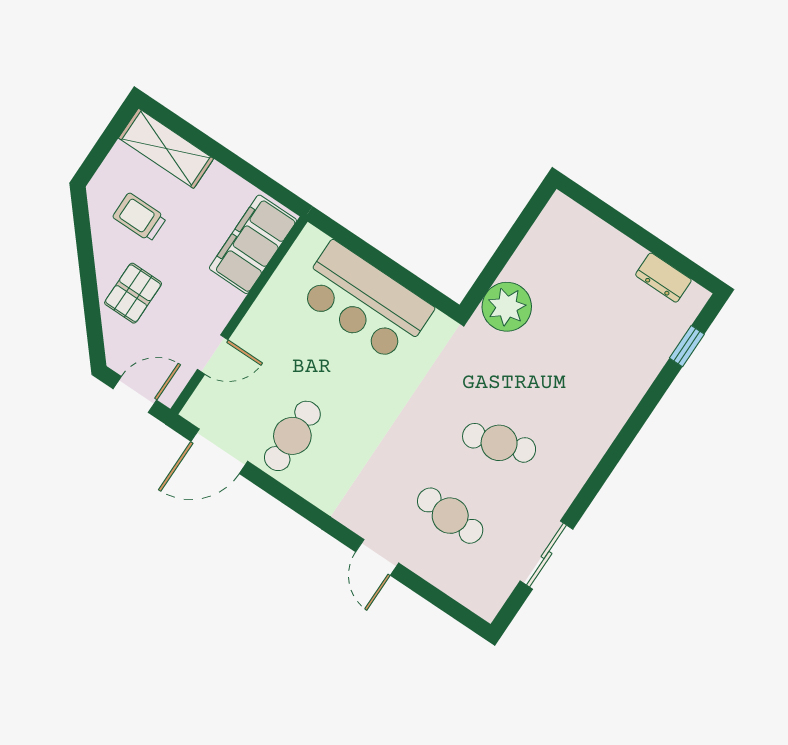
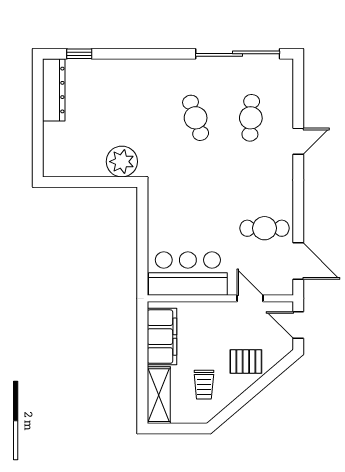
filing cabinet: (253, 244) -> (162, 337), moved, turned -90
dresser: (663, 278) -> (54, 90), width x1.96, depth x1.24
bar counter: (365, 302) -> (188, 274), moved, turned -90
sliding door: (546, 555) -> (238, 54), width x1.86

